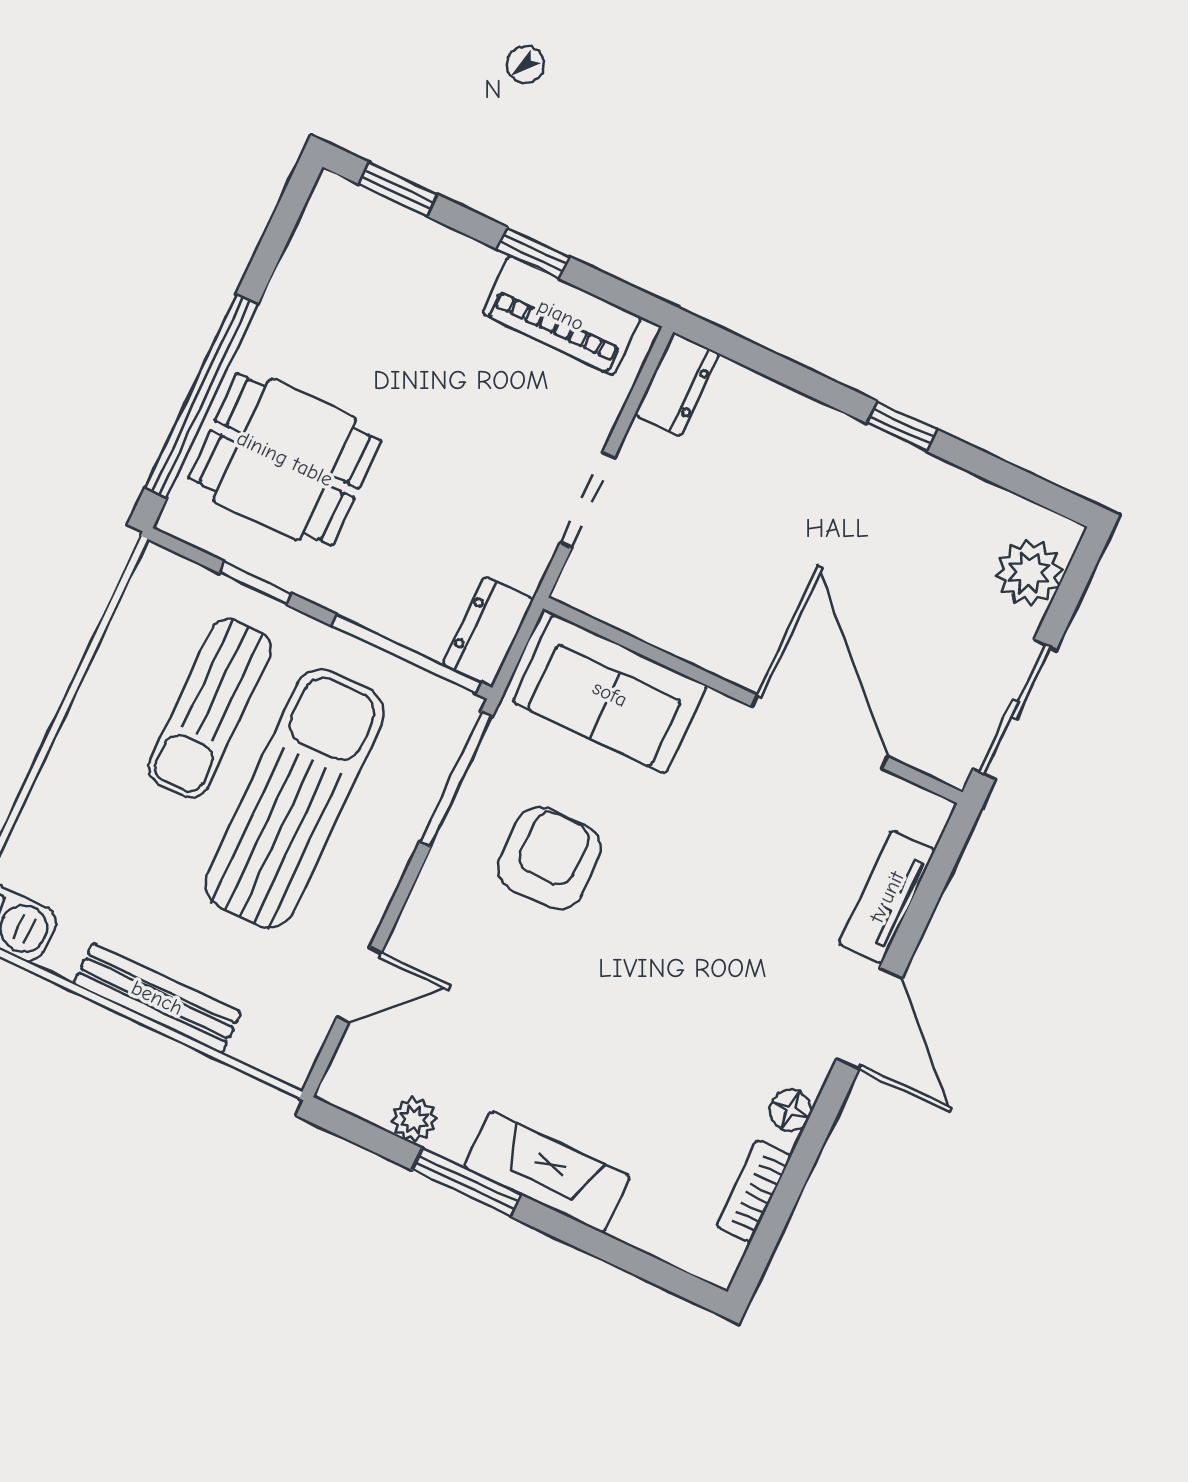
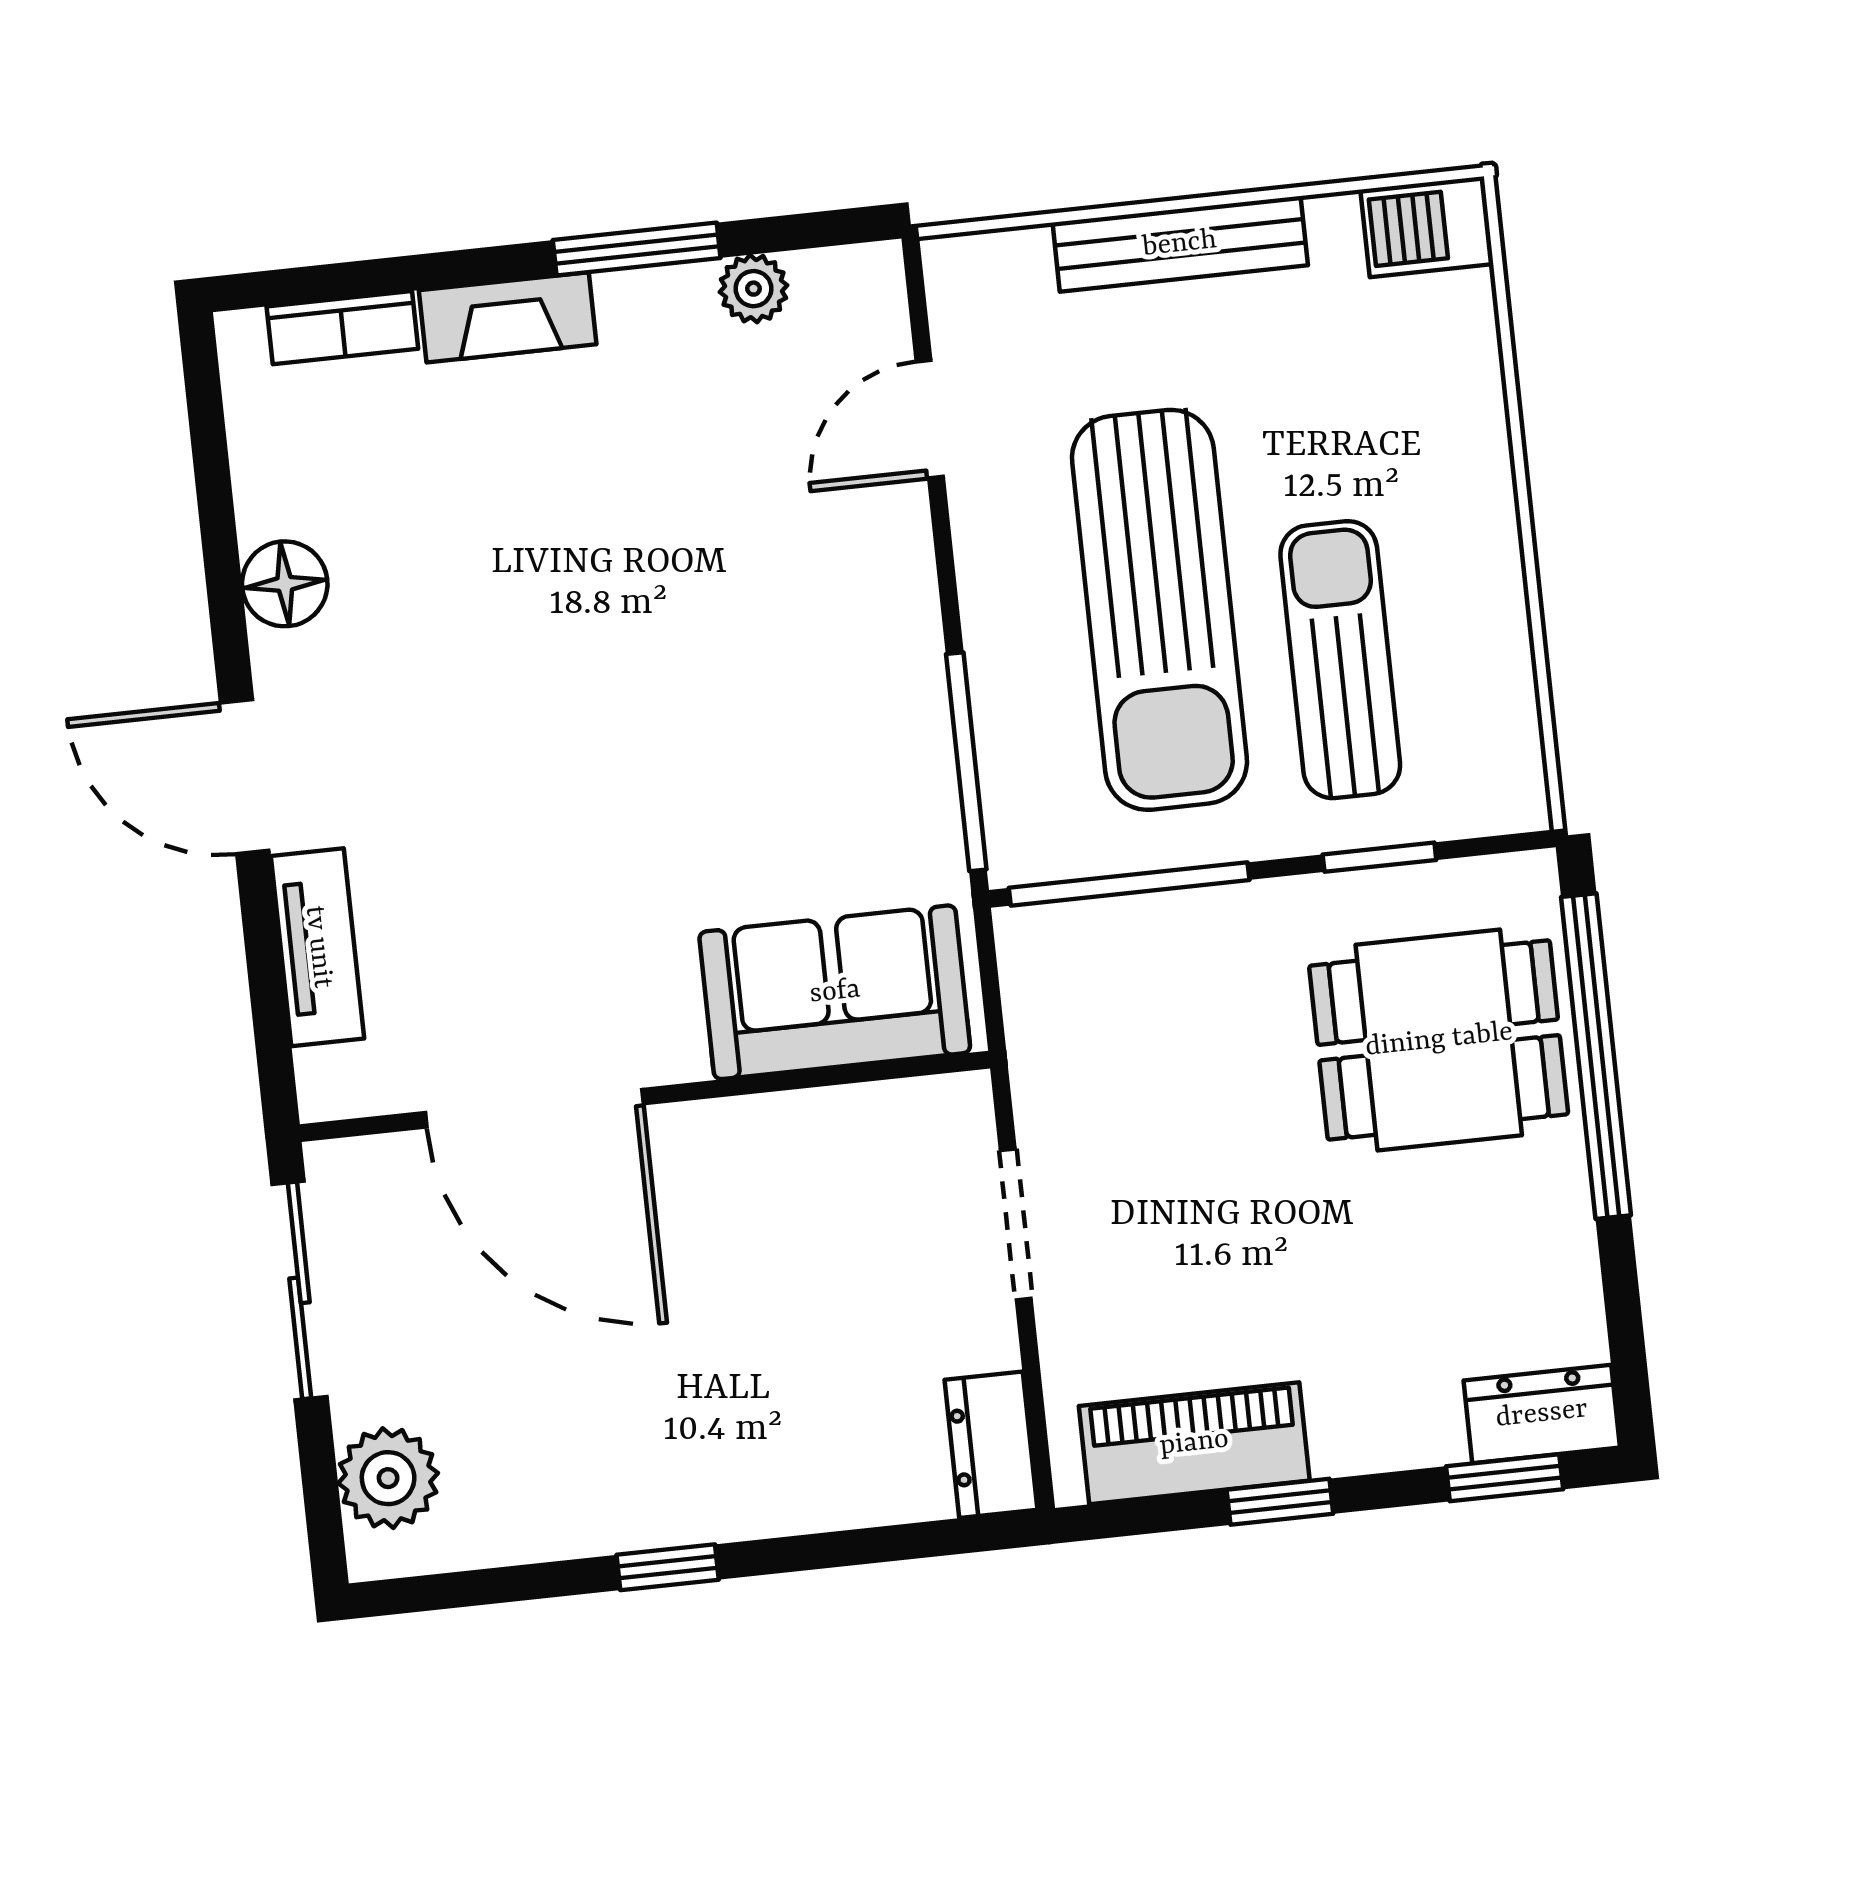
dresser: (488, 632) -> (1542, 1414), moved, turned -90
armchair: (549, 858) -> (784, 733), removed
floor lamp: (790, 1110) -> (285, 584), width x1.37, depth x1.37
fireplace: (547, 1172) -> (508, 317), width x0.73, depth x0.76
bookcase: (754, 1191) -> (342, 328), moved, turned 90

